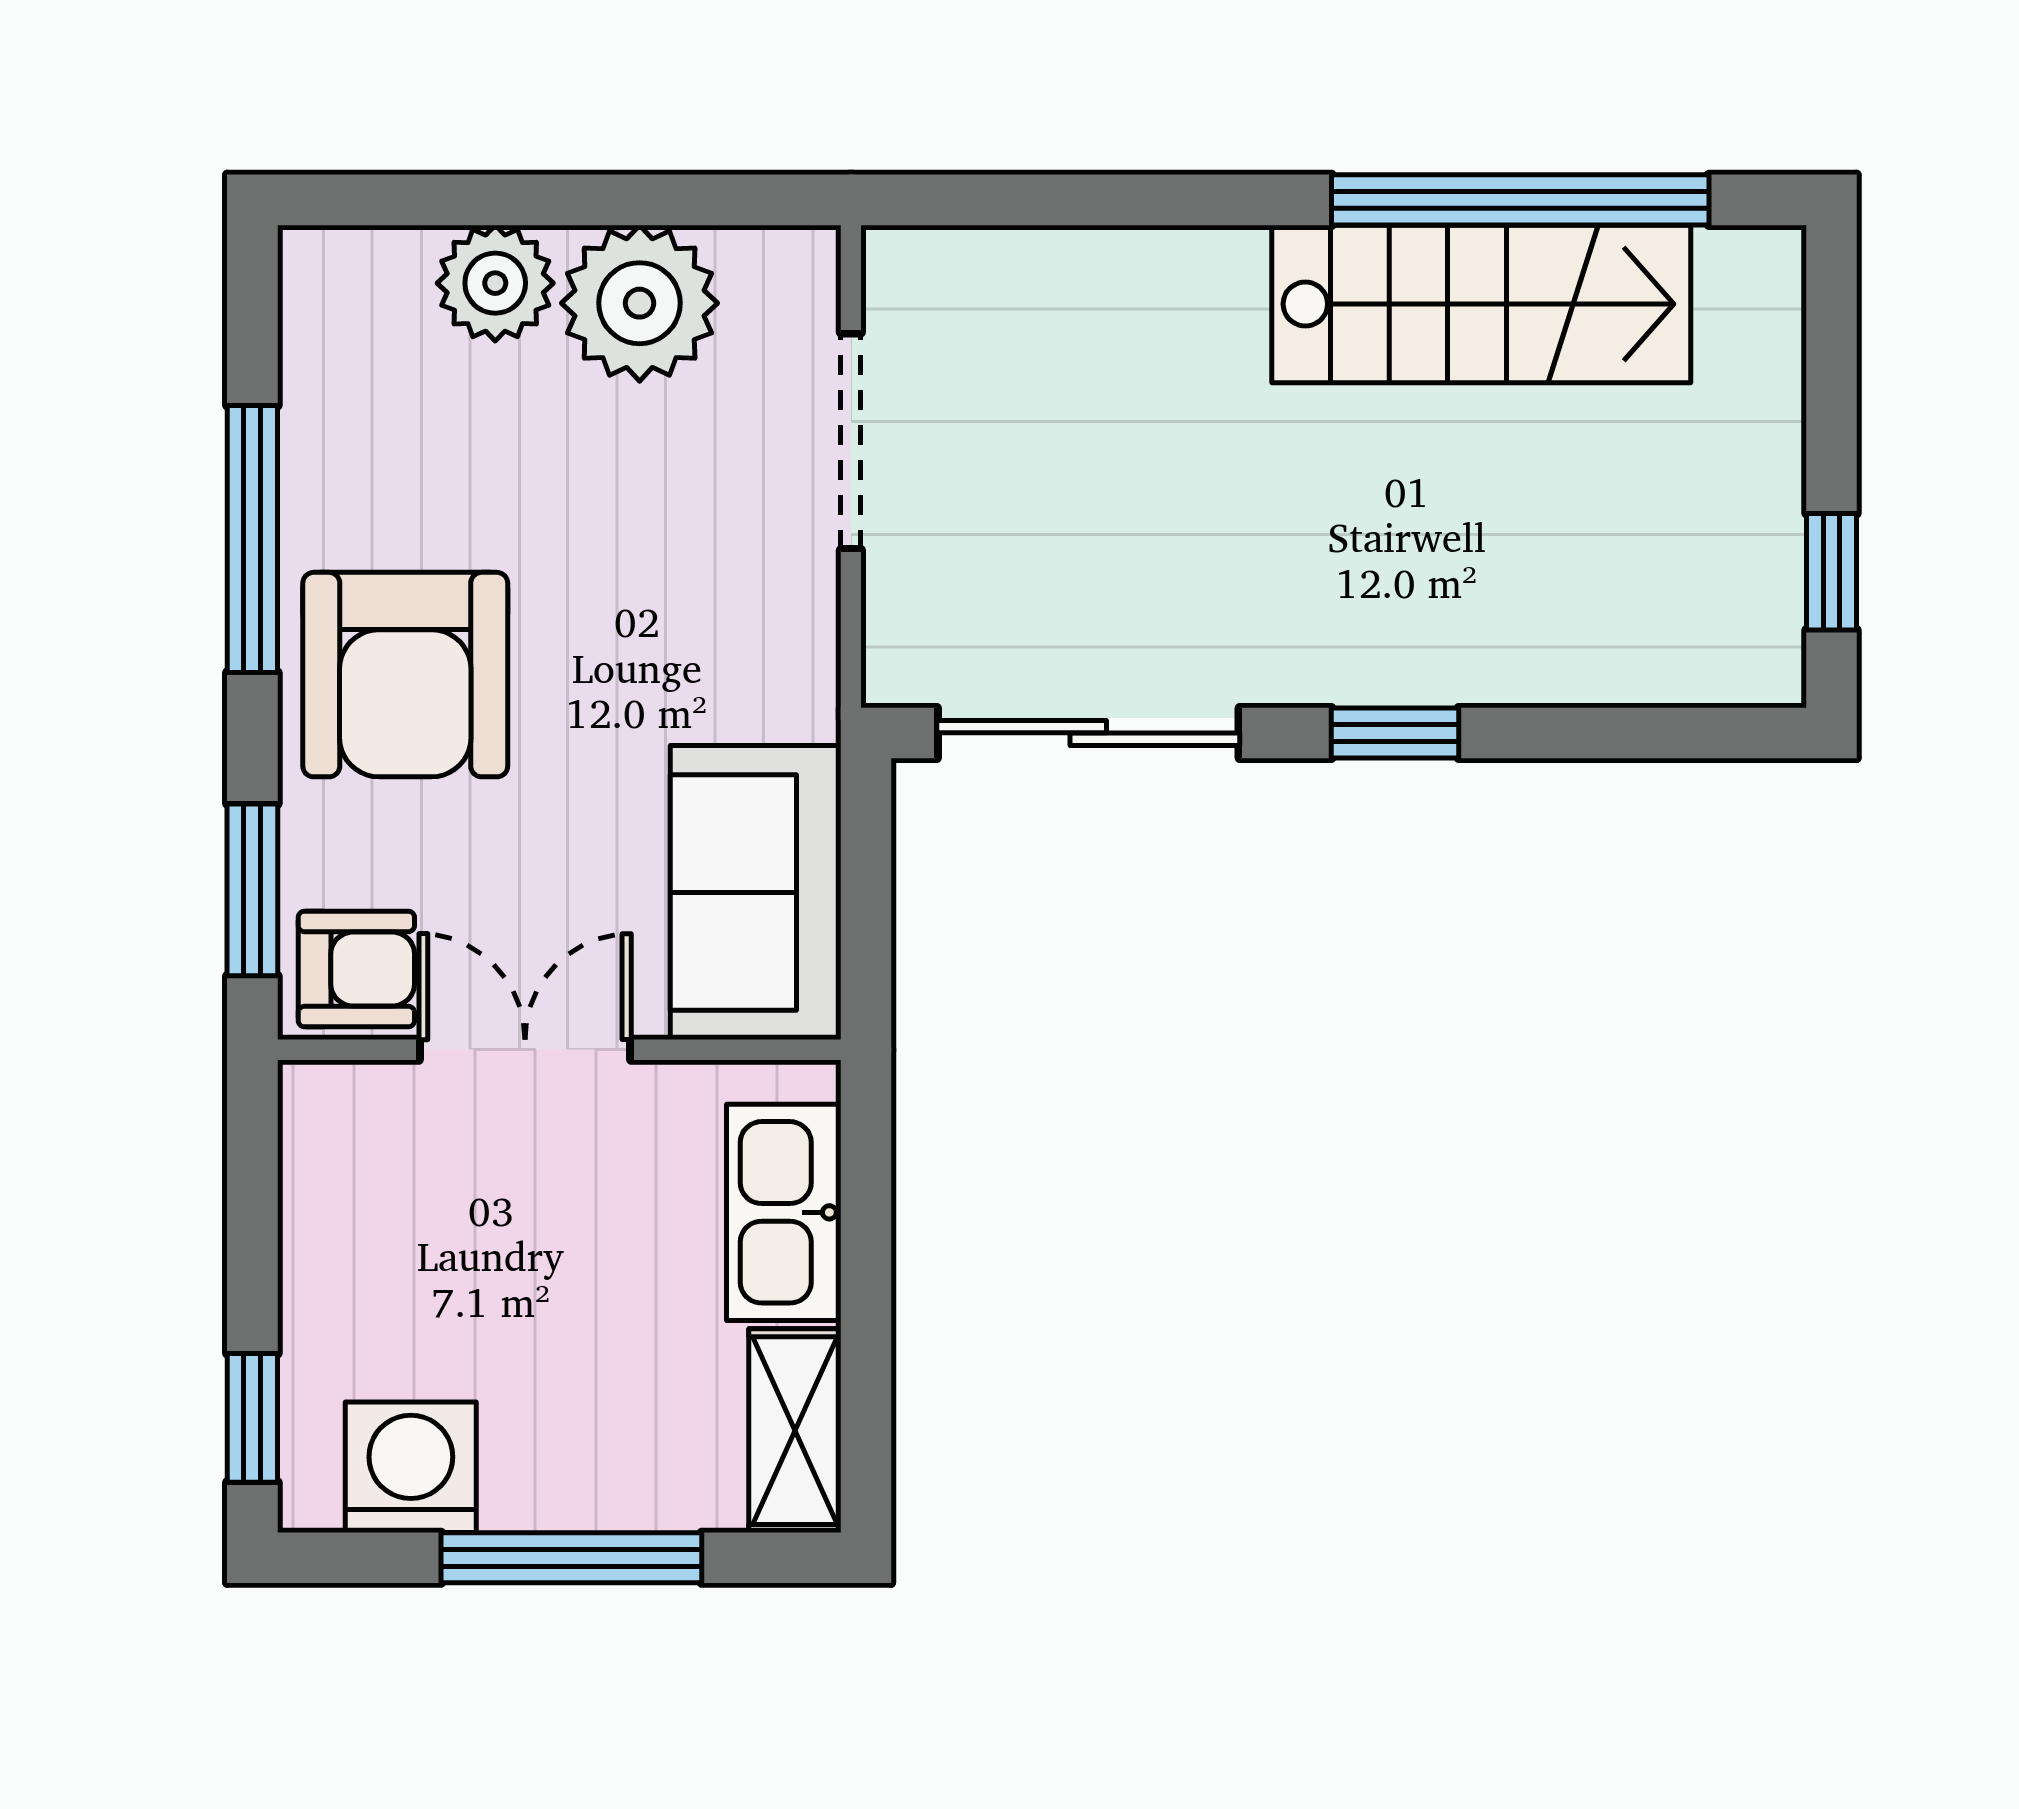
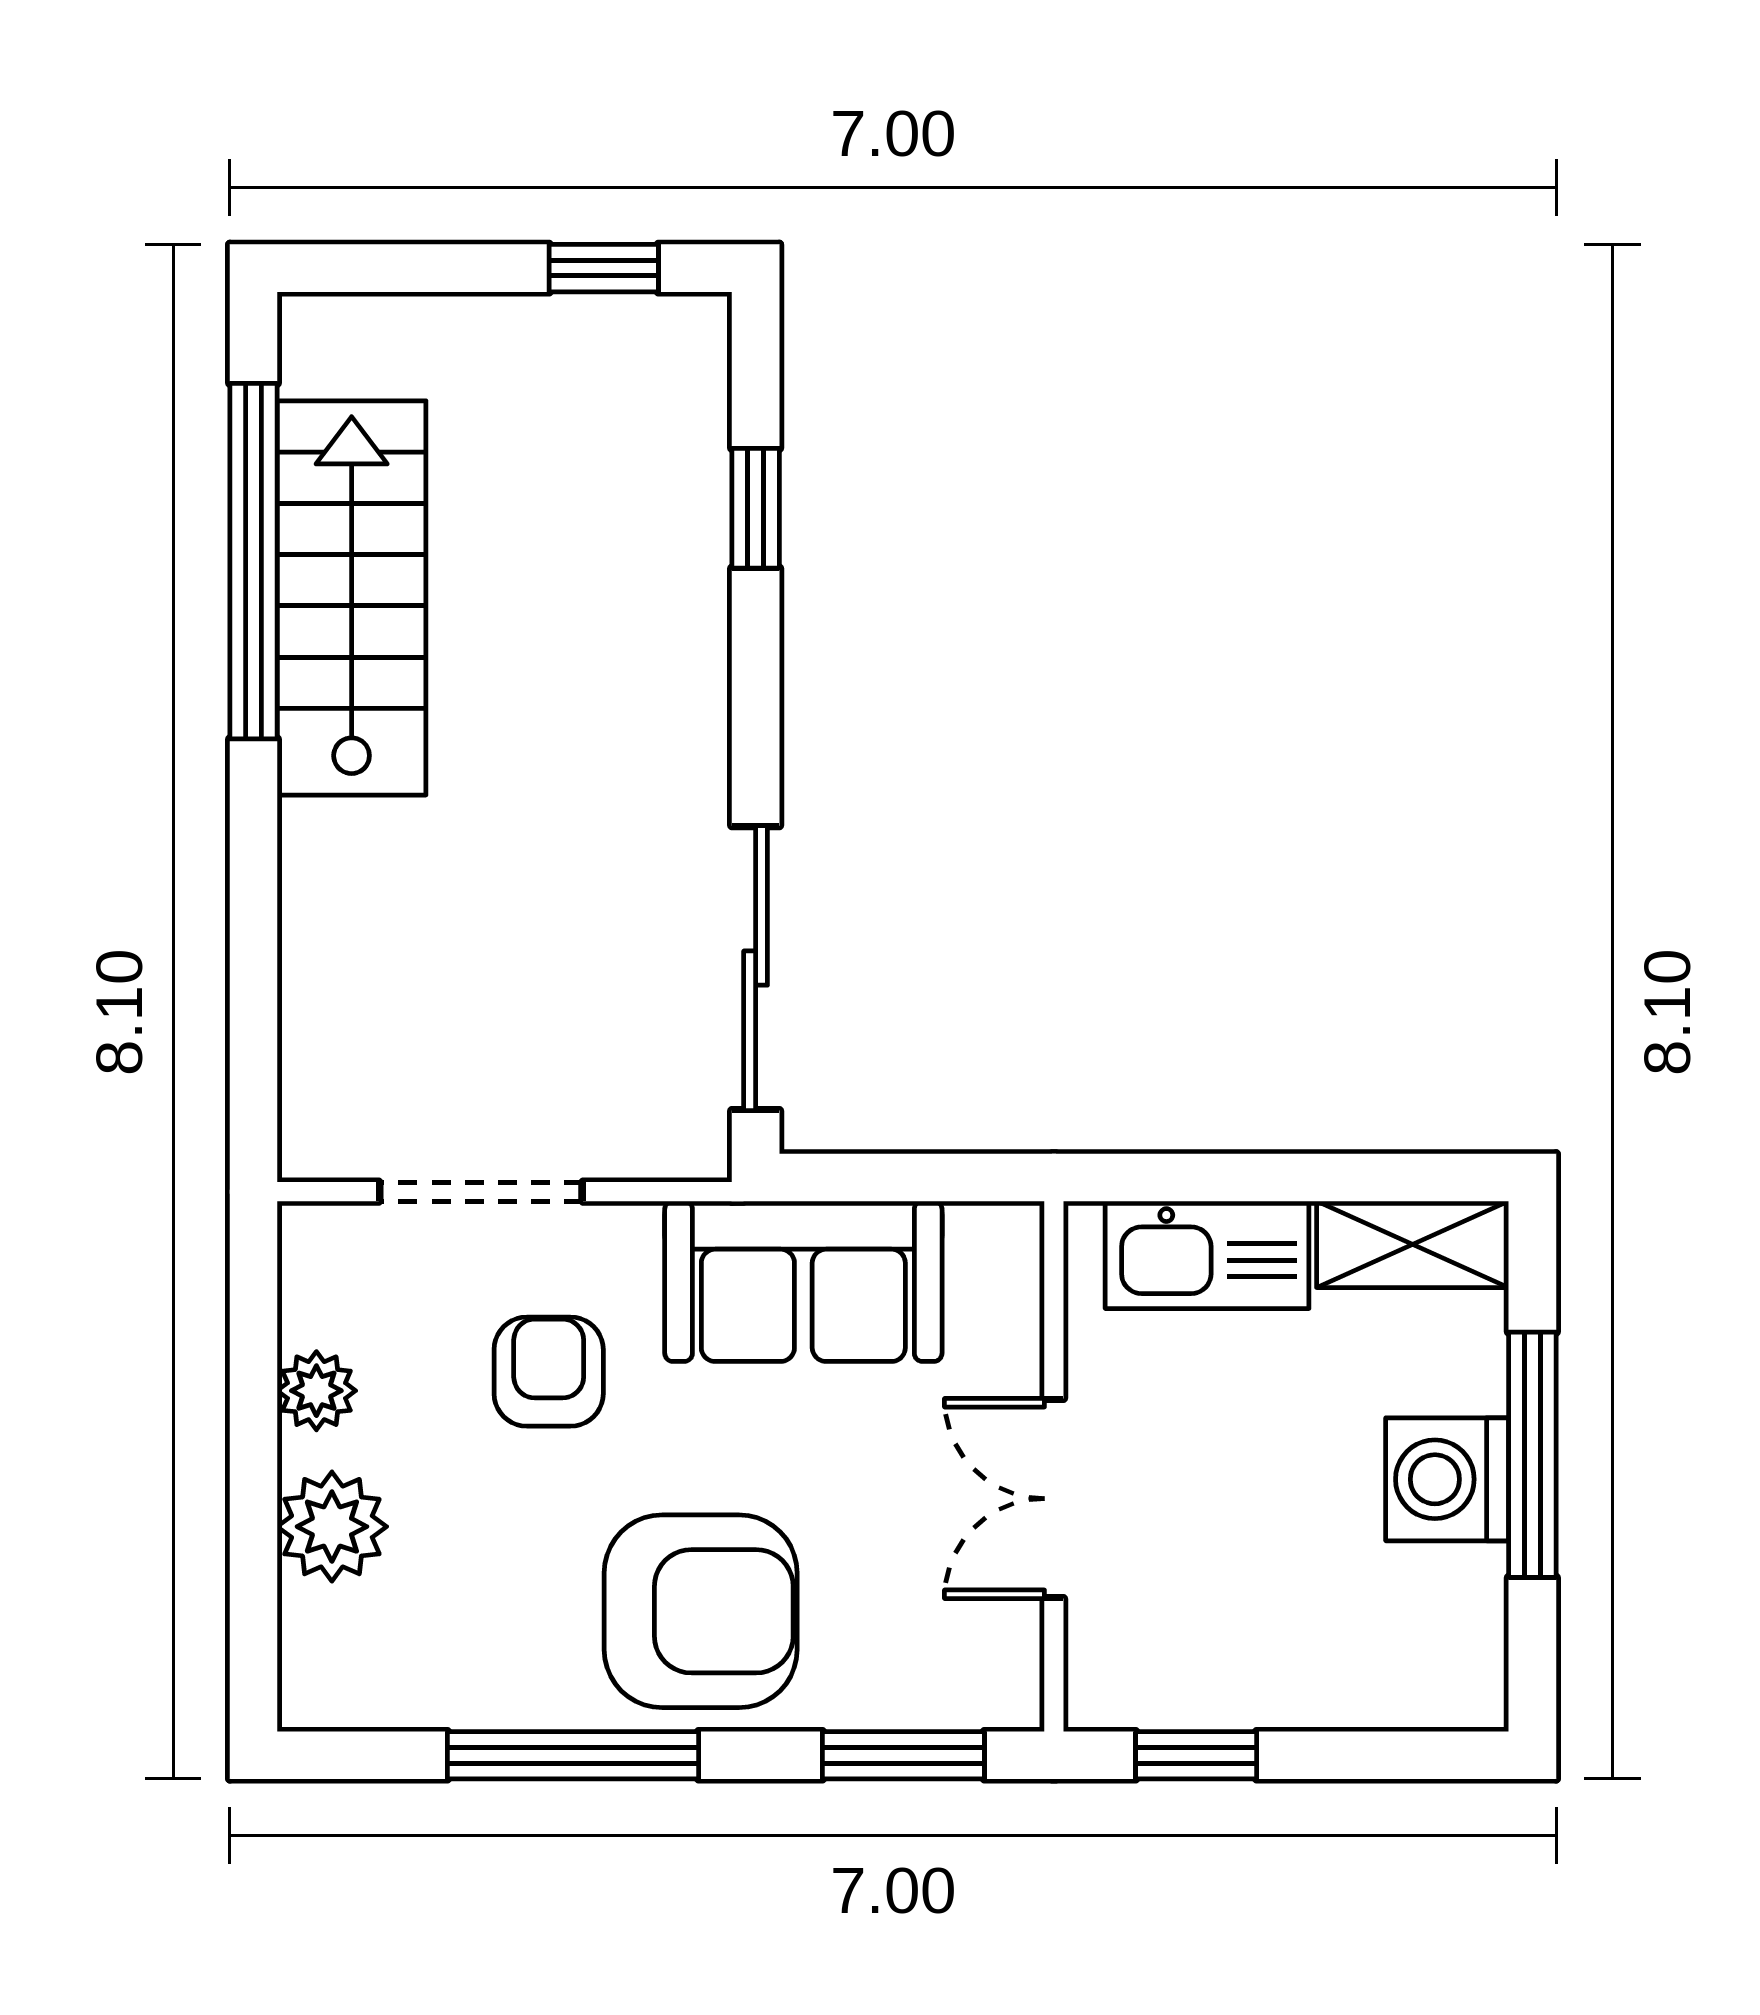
plant: (640, 303) -> (316, 1391), width x0.53, depth x0.53
window: (1395, 733) -> (756, 508), moved
sofa: (756, 892) -> (803, 1281), moved
armchair: (356, 969) -> (549, 1372), moved
window: (252, 1418) -> (1196, 1755), moved
washing machine: (411, 1467) -> (1447, 1479), moved

